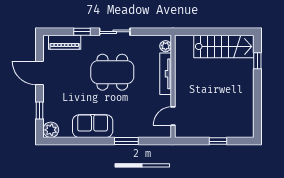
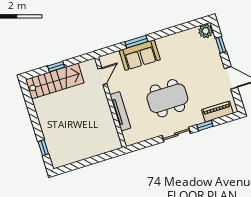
plant: (166, 46) -> (128, 136), removed
stairs: (224, 46) -> (55, 81), moved, turned 180
sofa: (93, 126) -> (140, 55), moved

